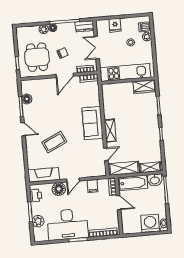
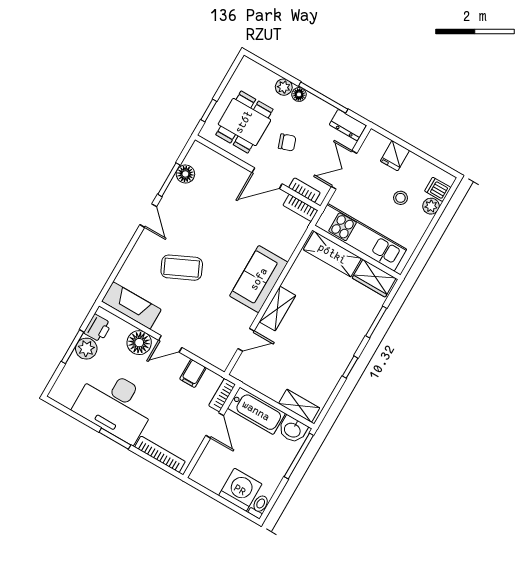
shelving: (124, 168) -> (332, 254), moved
plant: (38, 221) -> (86, 349), moved

